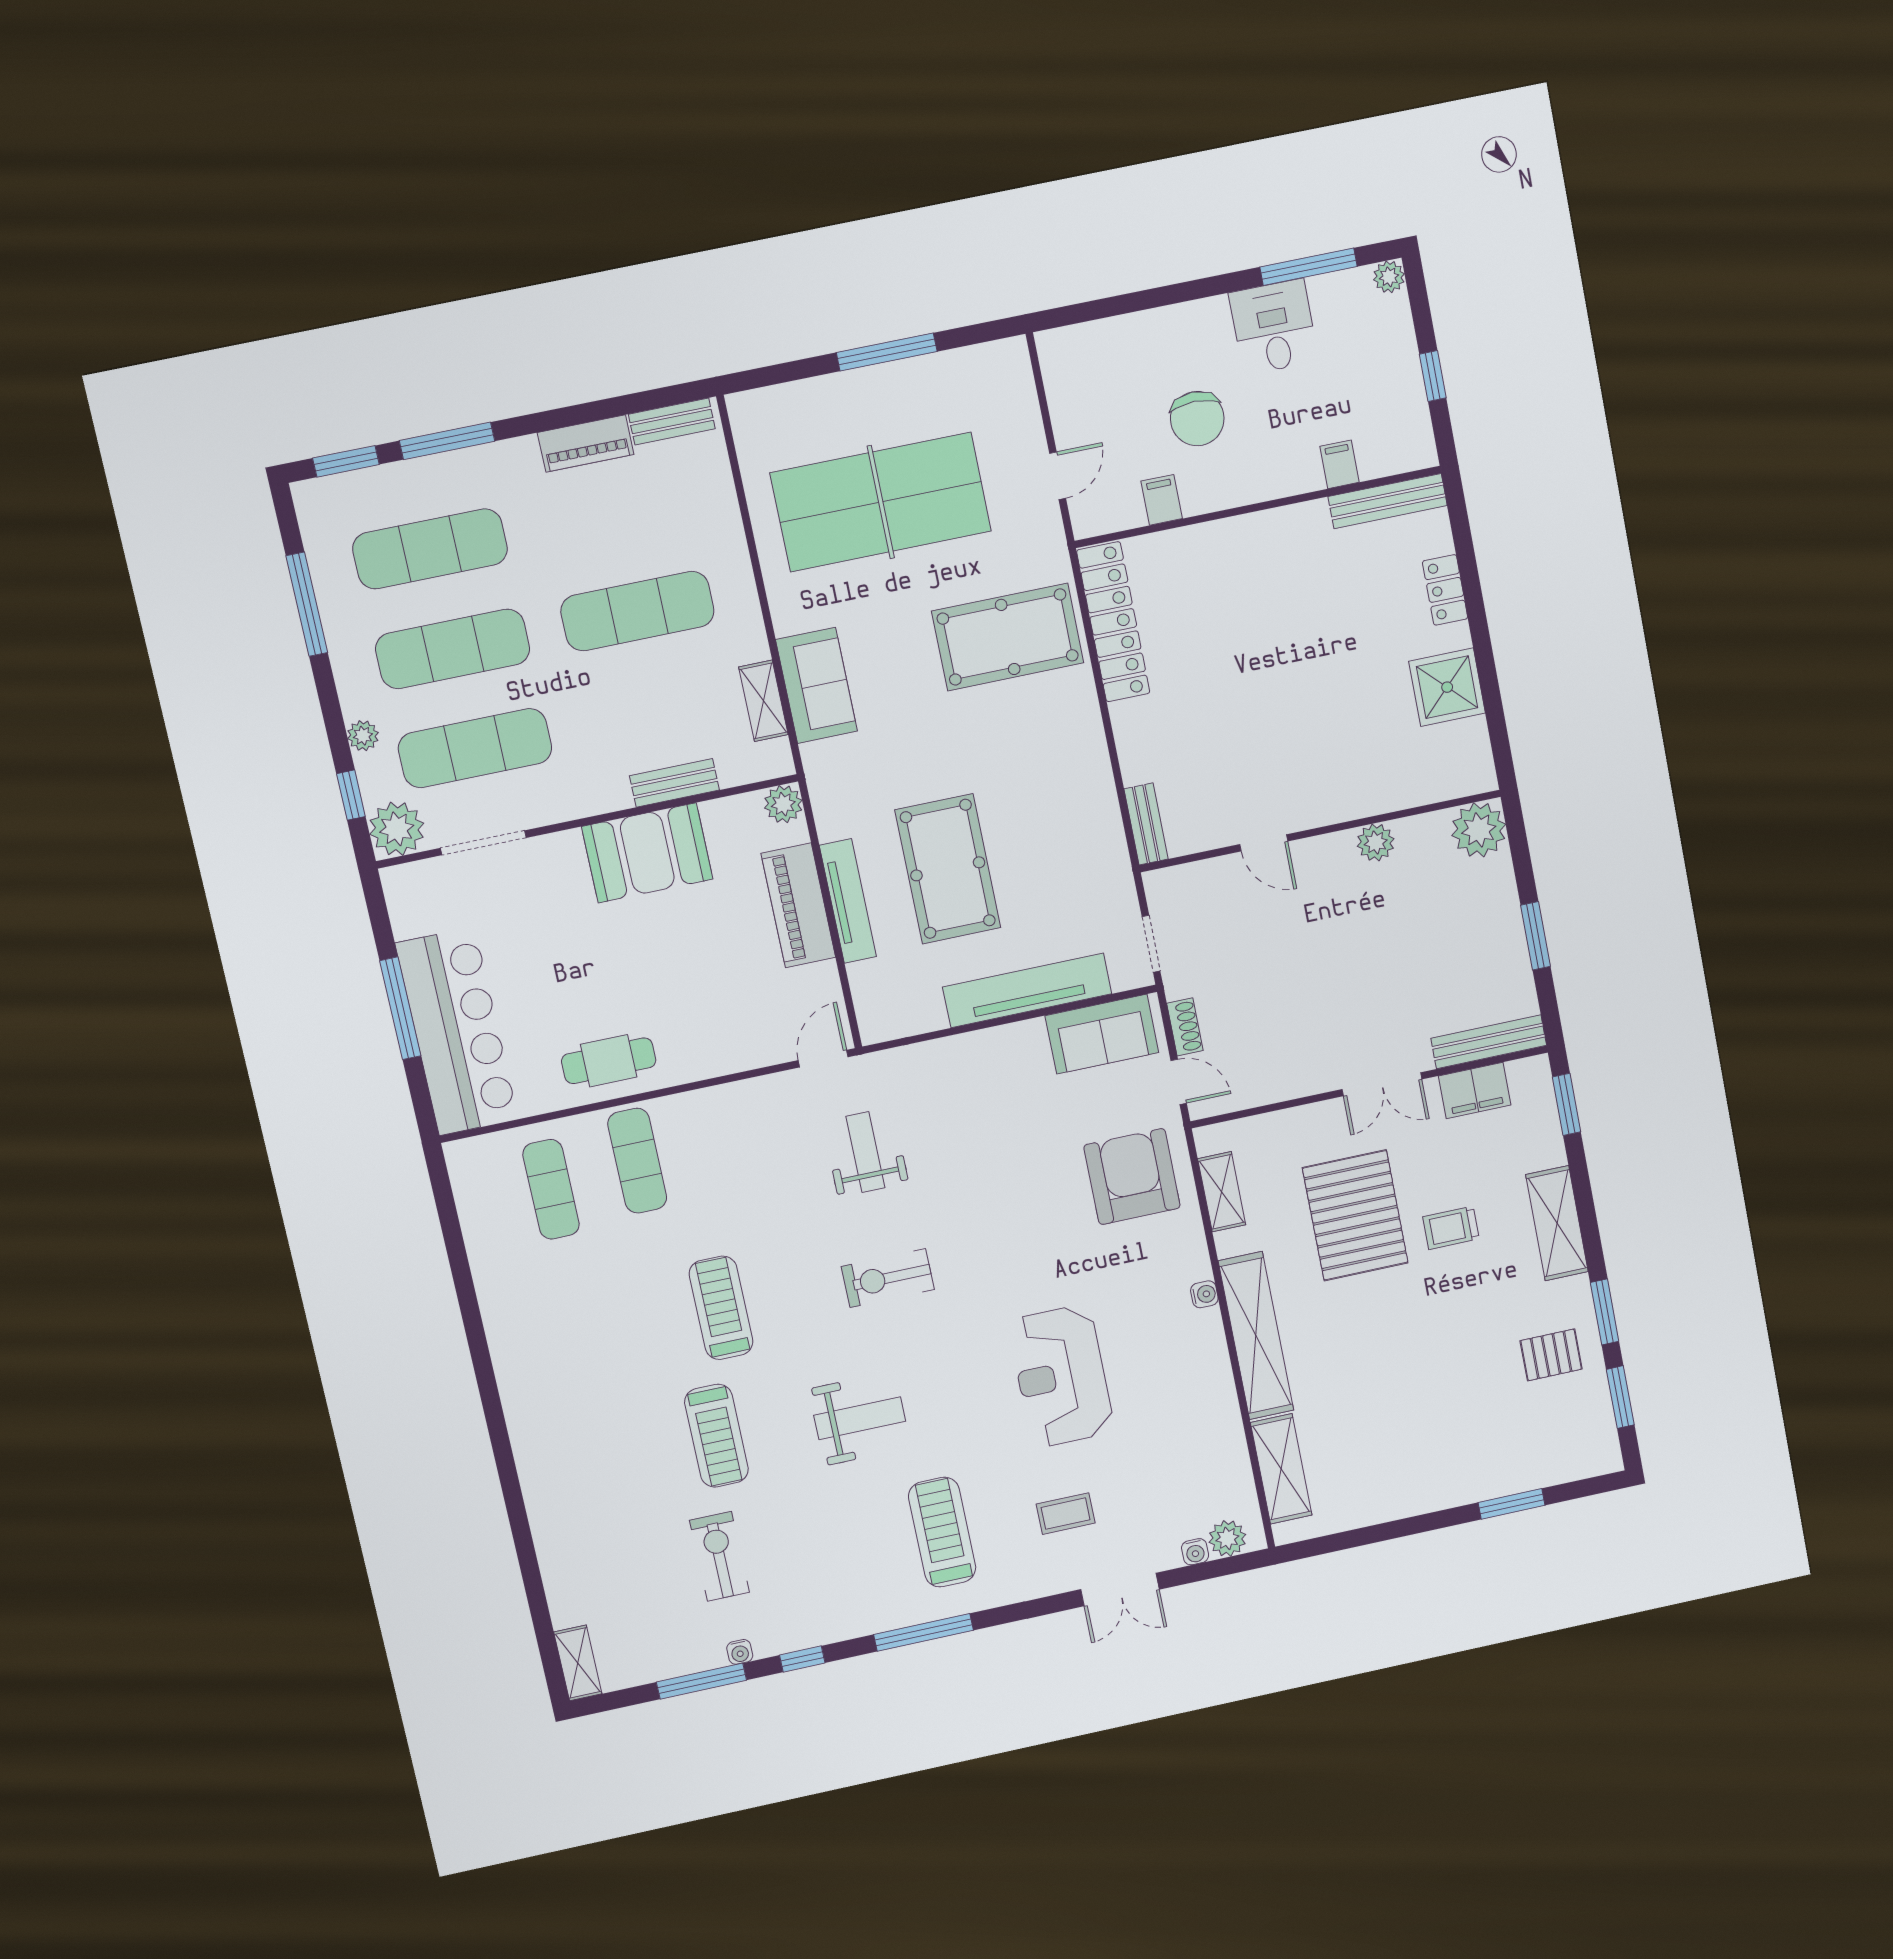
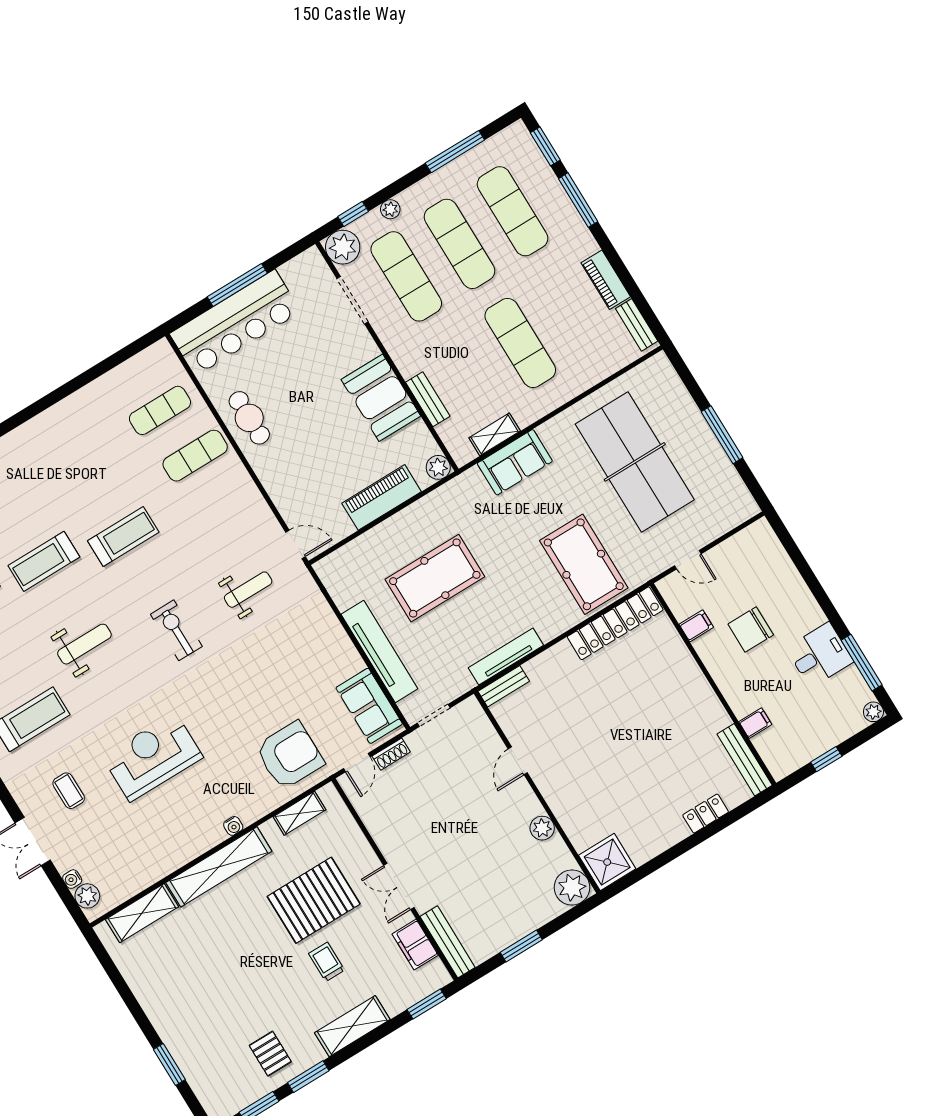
shower: (1447, 687) -> (607, 862), moved
tv unit: (848, 901) -> (506, 656), moved, turned 180
weight bench: (860, 1418) -> (84, 644), turned -90

